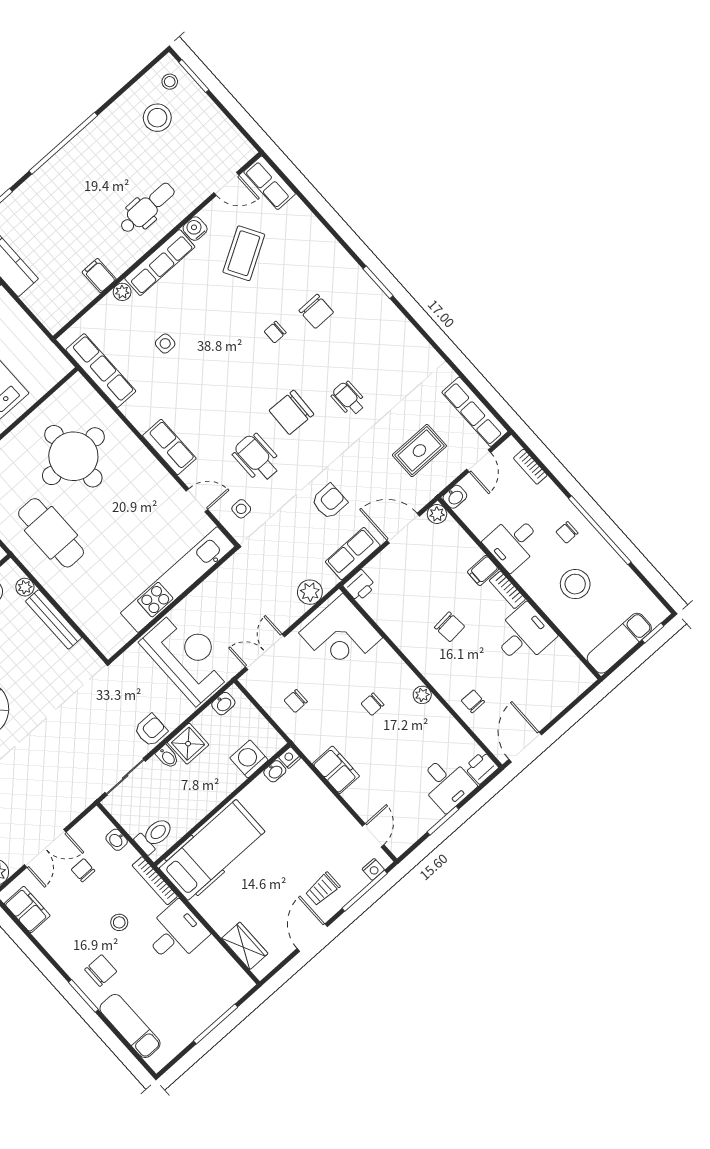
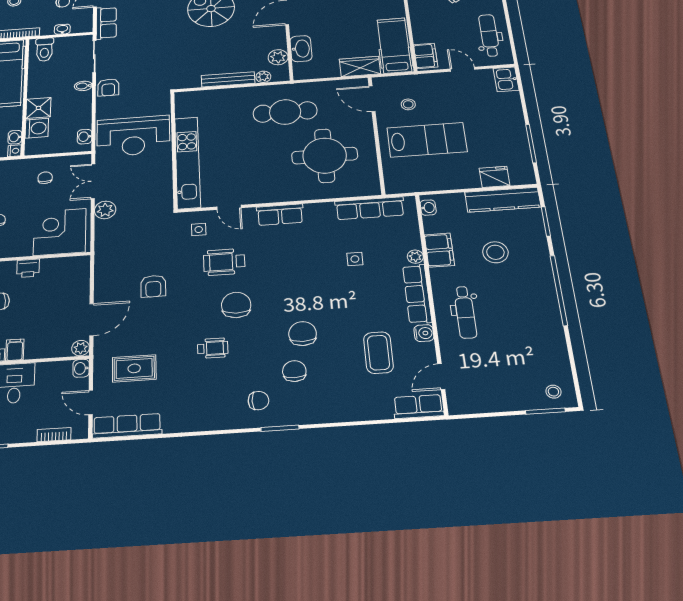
stool: (157, 118) -> (495, 252), moved
coffee table: (244, 253) -> (378, 353), turned 30
filing cabinet: (99, 276) -> (439, 250), width x2.00
chair: (316, 311) -> (294, 371), turned 90
washbasin: (60, 318) -> (428, 208), added
chair: (367, 320) -> (258, 401), added
chair: (275, 332) -> (303, 334), width x1.87, depth x1.87
rug: (419, 451) -> (134, 368), turned 90
wheelchair: (257, 458) -> (224, 262), turned 180
door: (197, 500) -> (229, 207), hinge flipped
row of seats: (353, 554) -> (106, 23), moved
printer: (359, 586) -> (28, 268), moved, turned -90
plant: (310, 592) -> (105, 210), moved
double door: (265, 652) -> (93, 181), swing flipped
shower: (188, 744) -> (38, 108), moved

